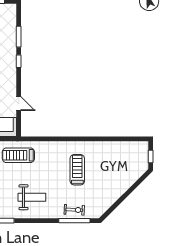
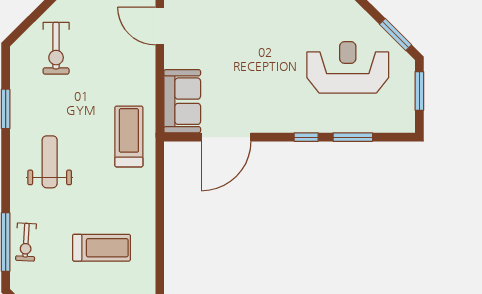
door: (19, 104) -> (226, 137), width x1.88
weight bench: (32, 197) -> (50, 162), turned 180

